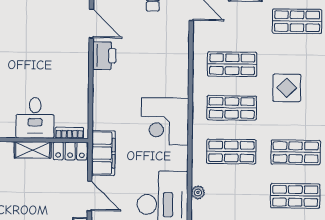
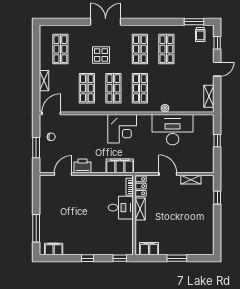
filing cabinet: (103, 153) -> (120, 166), moved
door: (90, 196) -> (168, 174), hinge flipped

